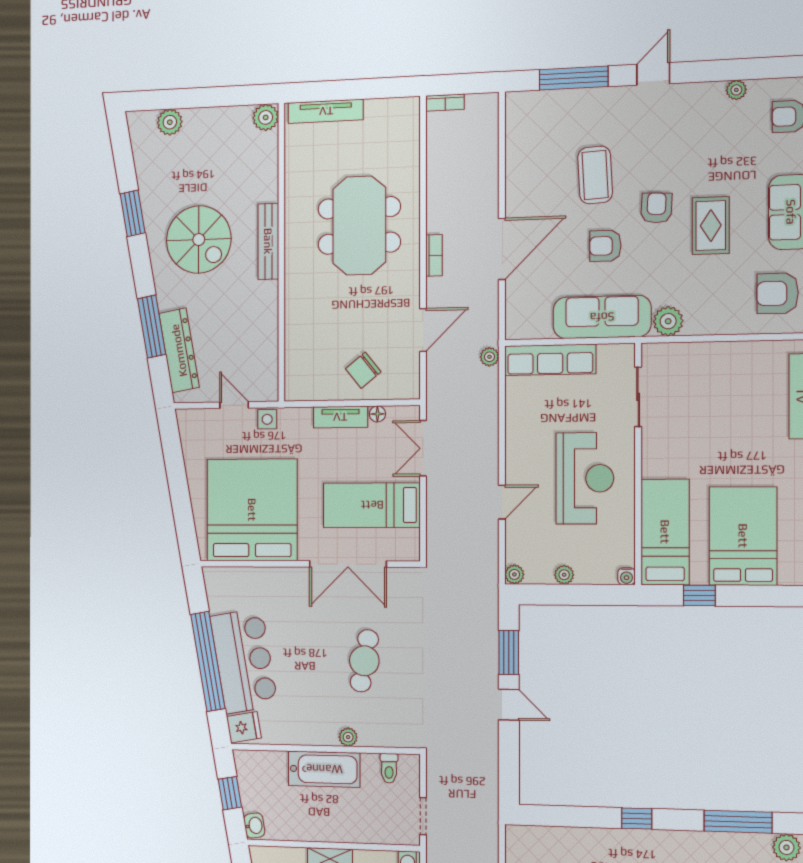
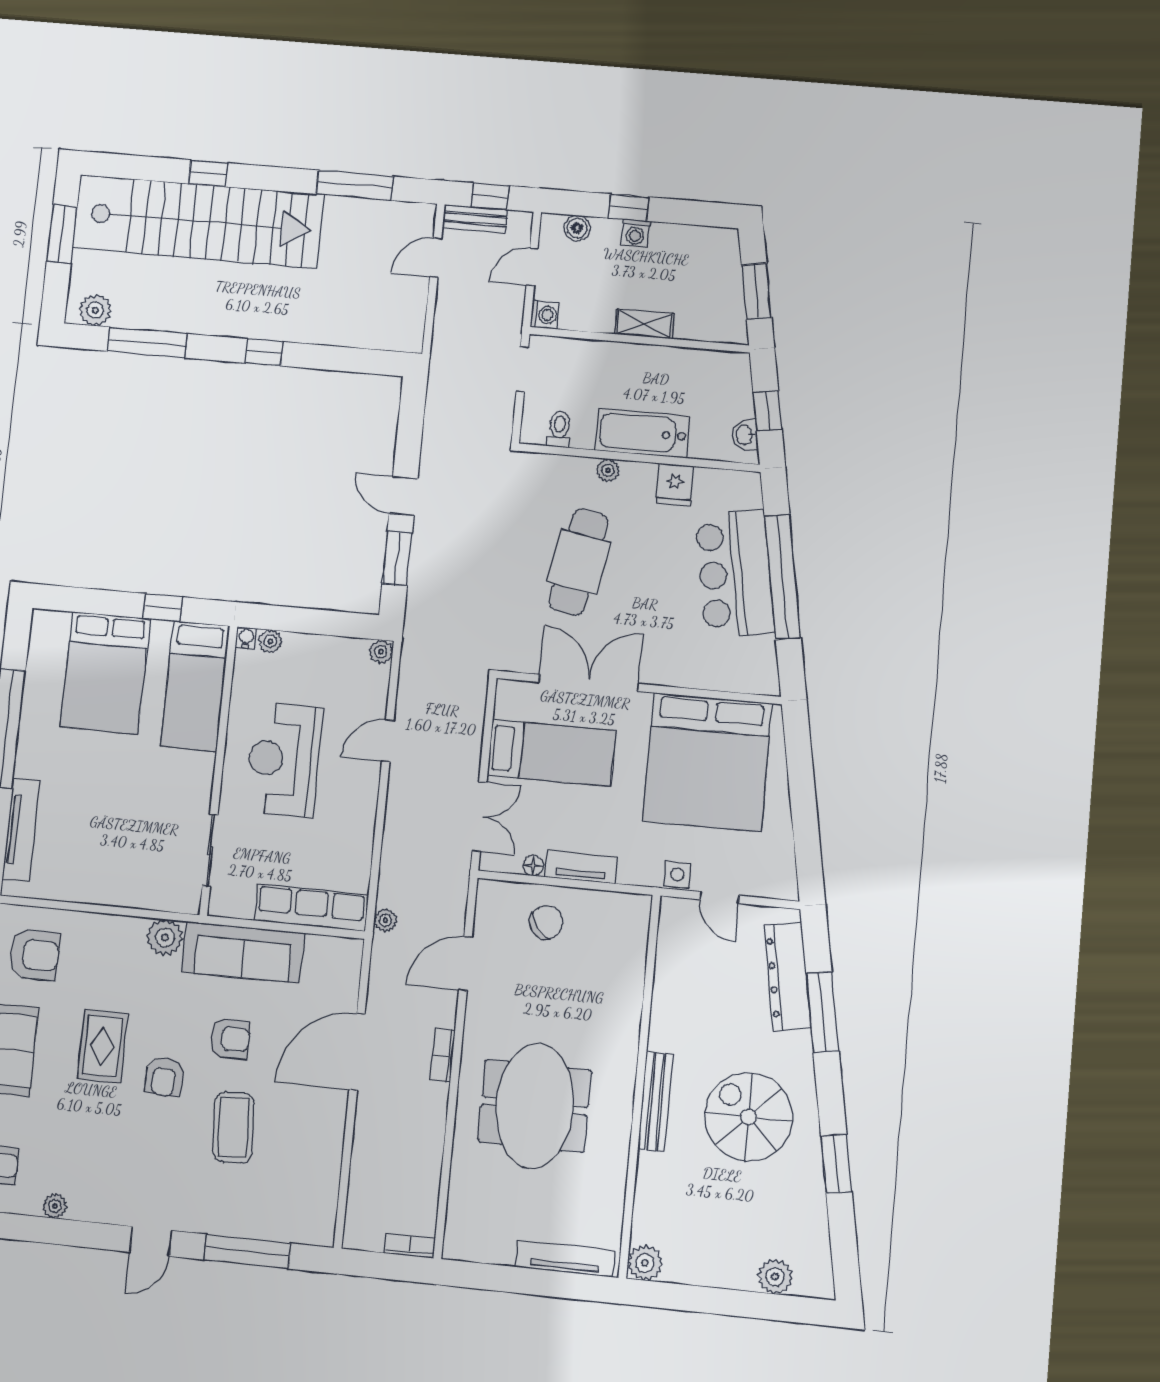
plant: (564, 575) -> (270, 641), moved
cafe table: (364, 661) -> (579, 562), width x1.37, depth x1.35
fridge: (244, 727) -> (675, 485), moved, turned -80
washbasin: (254, 826) -> (745, 435), moved

